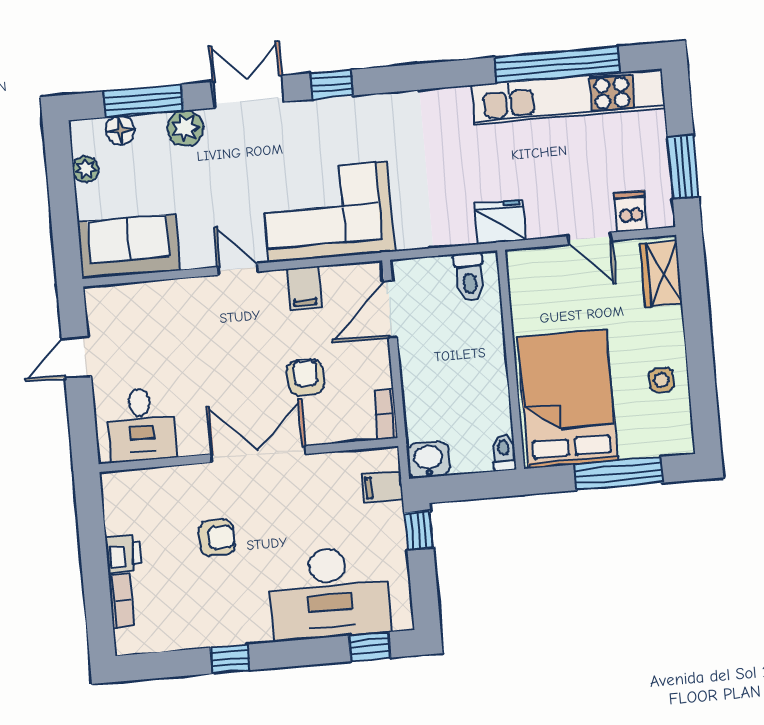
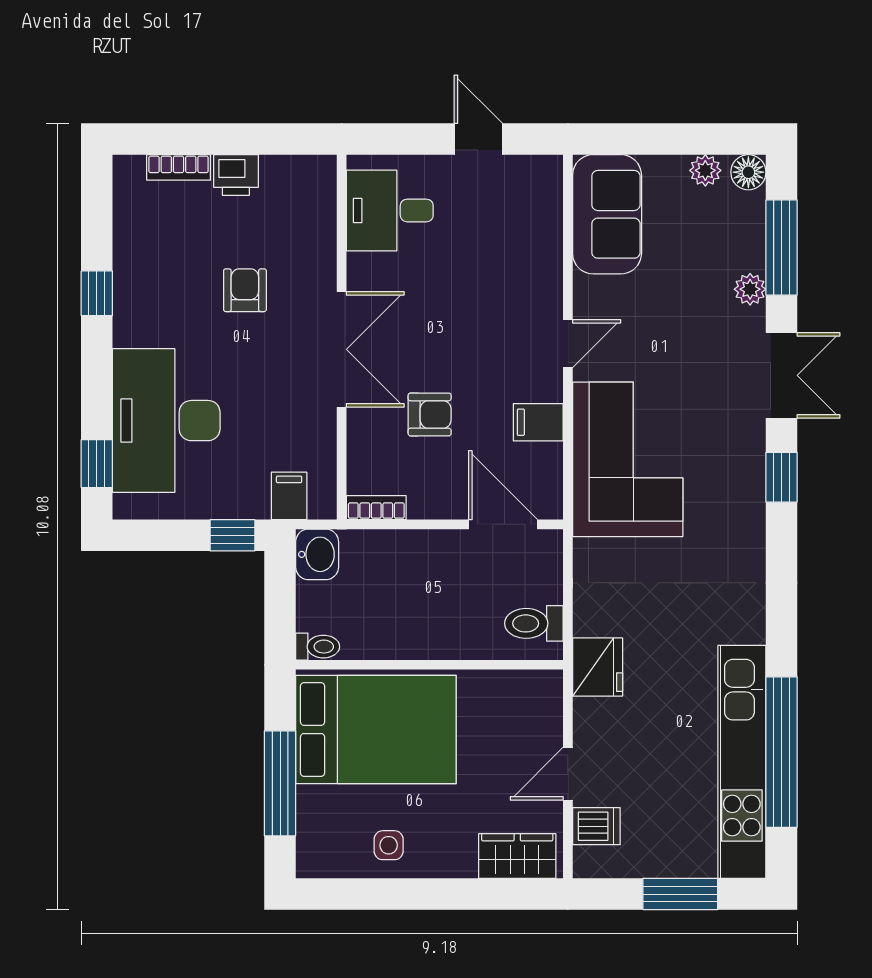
plant: (185, 128) -> (750, 289), width x0.73, depth x0.73
floor lamp: (120, 130) -> (748, 172), moved
window: (683, 167) -> (680, 894), moved
armchair: (217, 538) -> (245, 290), turned 180

